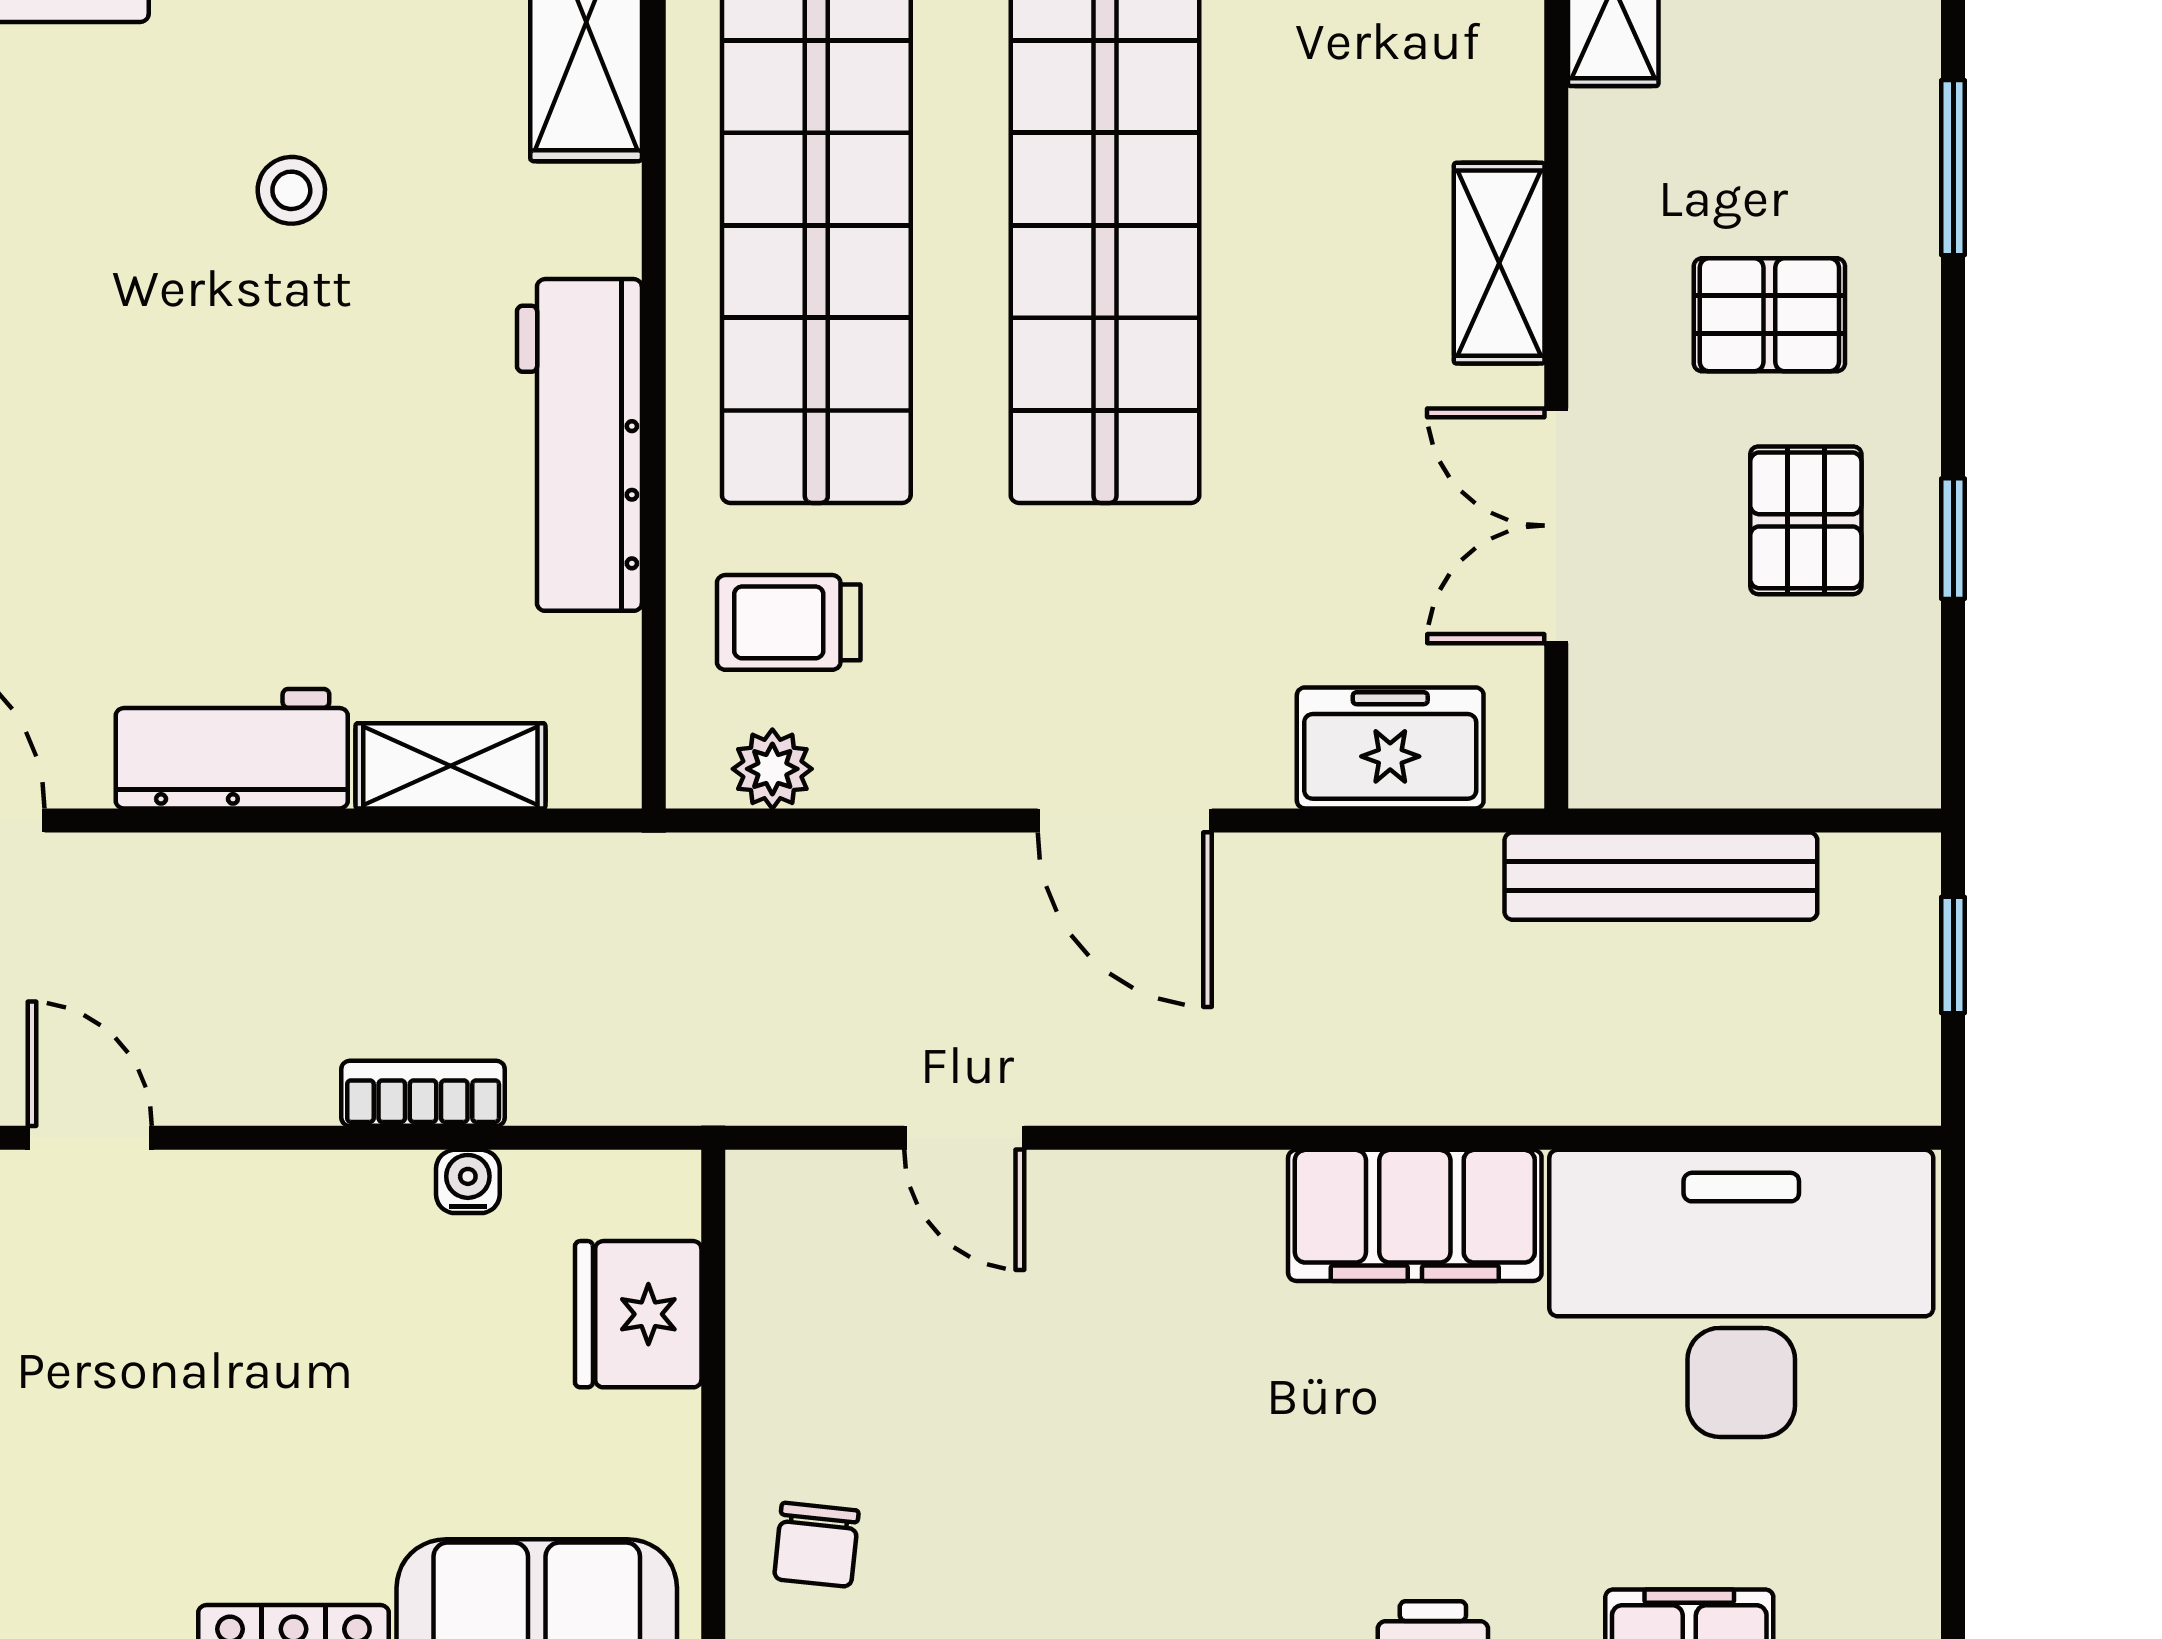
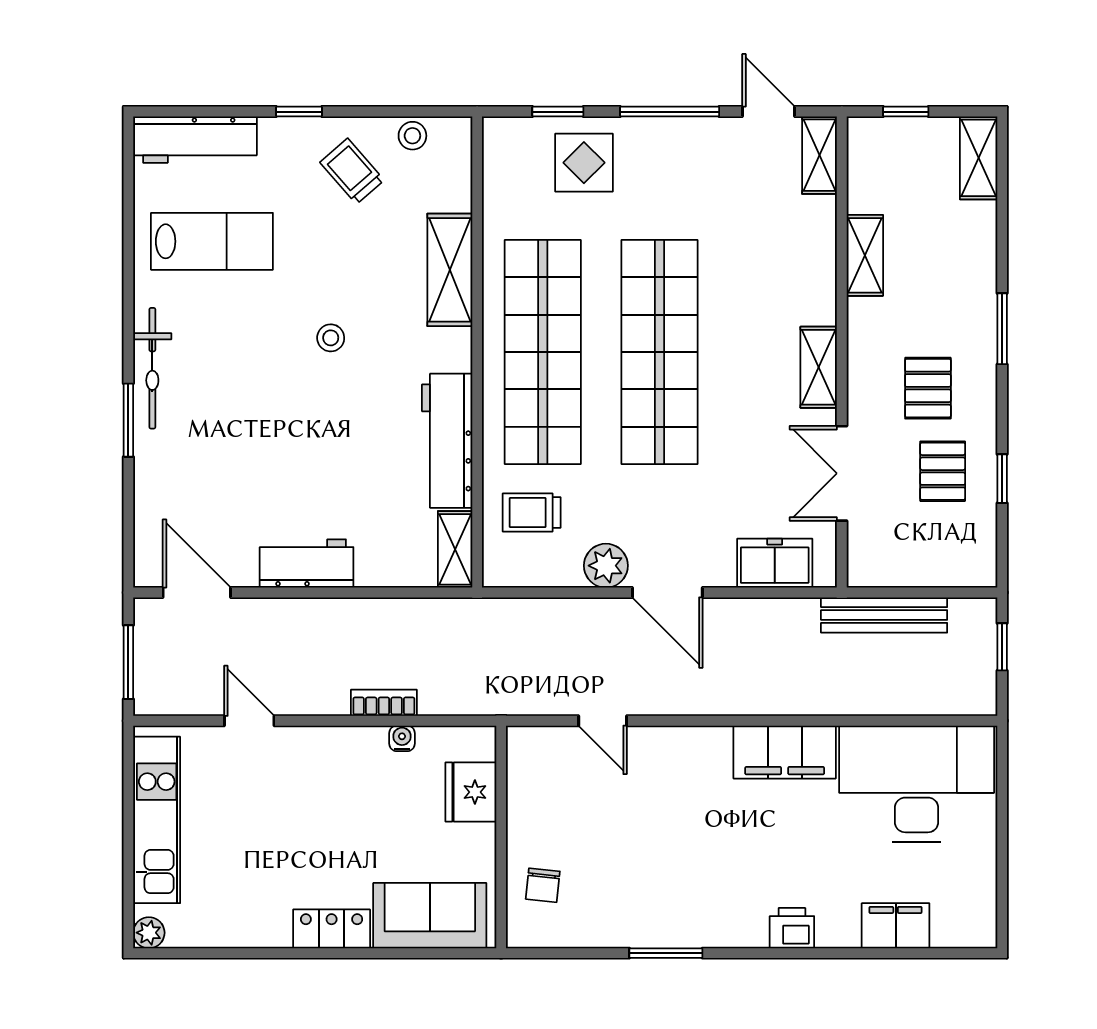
pallet: (1769, 315) -> (928, 388), turned 90
shelving: (450, 766) -> (455, 549), moved, turned 90
plant: (772, 769) -> (606, 566), moved, width x1.38, depth x1.38

